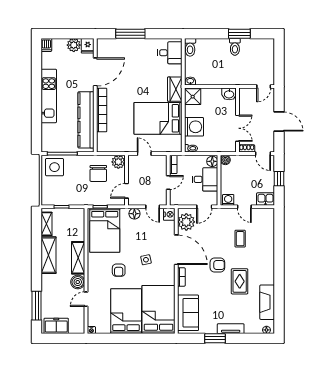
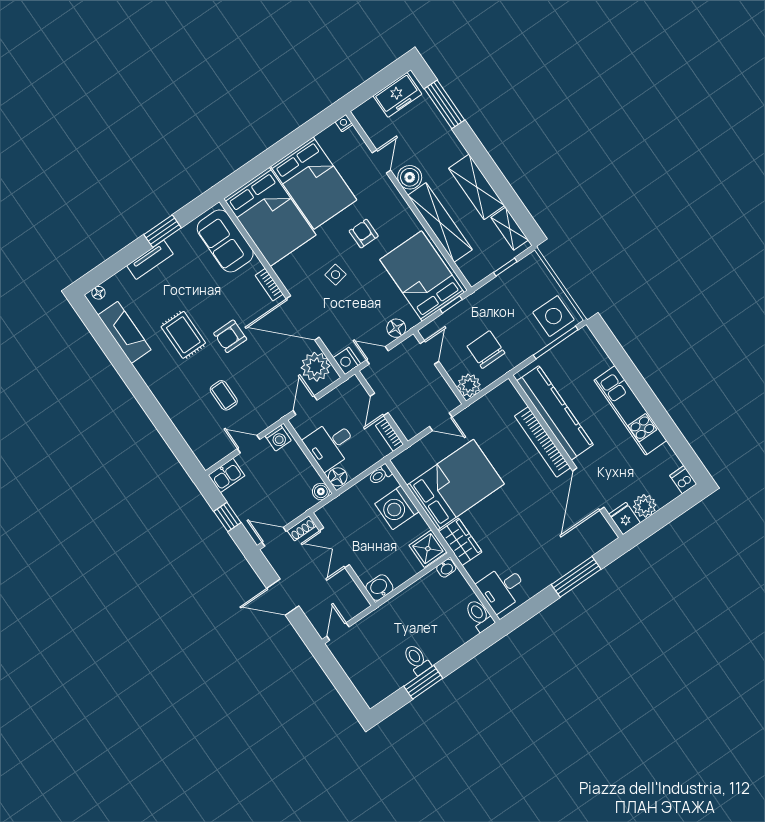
shelving: (78, 258) -> (440, 222), width x1.47

